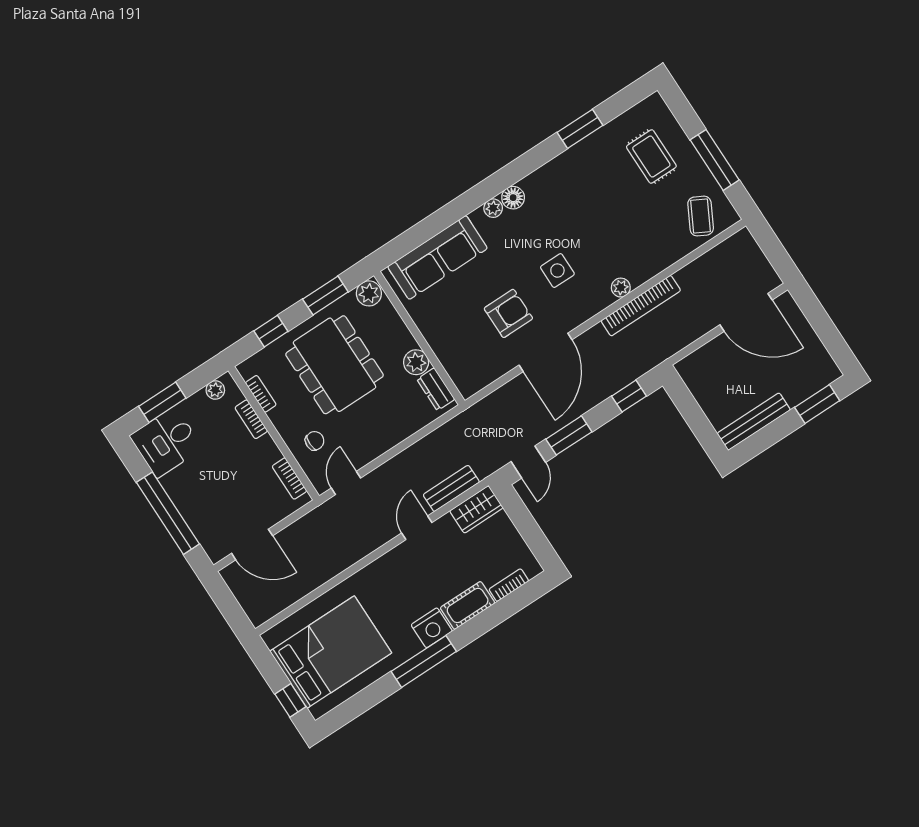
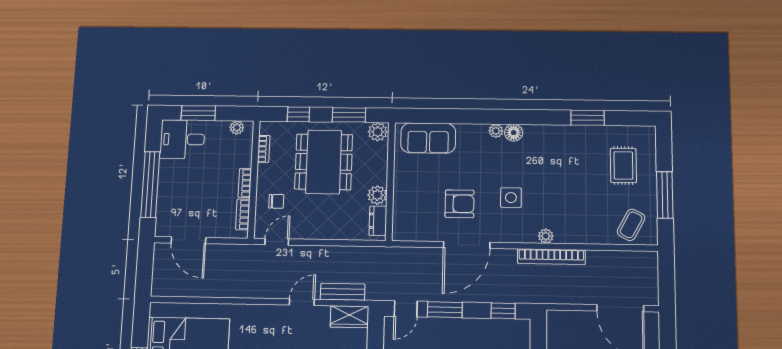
sofa: (438, 257) -> (428, 138), width x0.73
bookcase: (251, 419) -> (245, 183), moved

